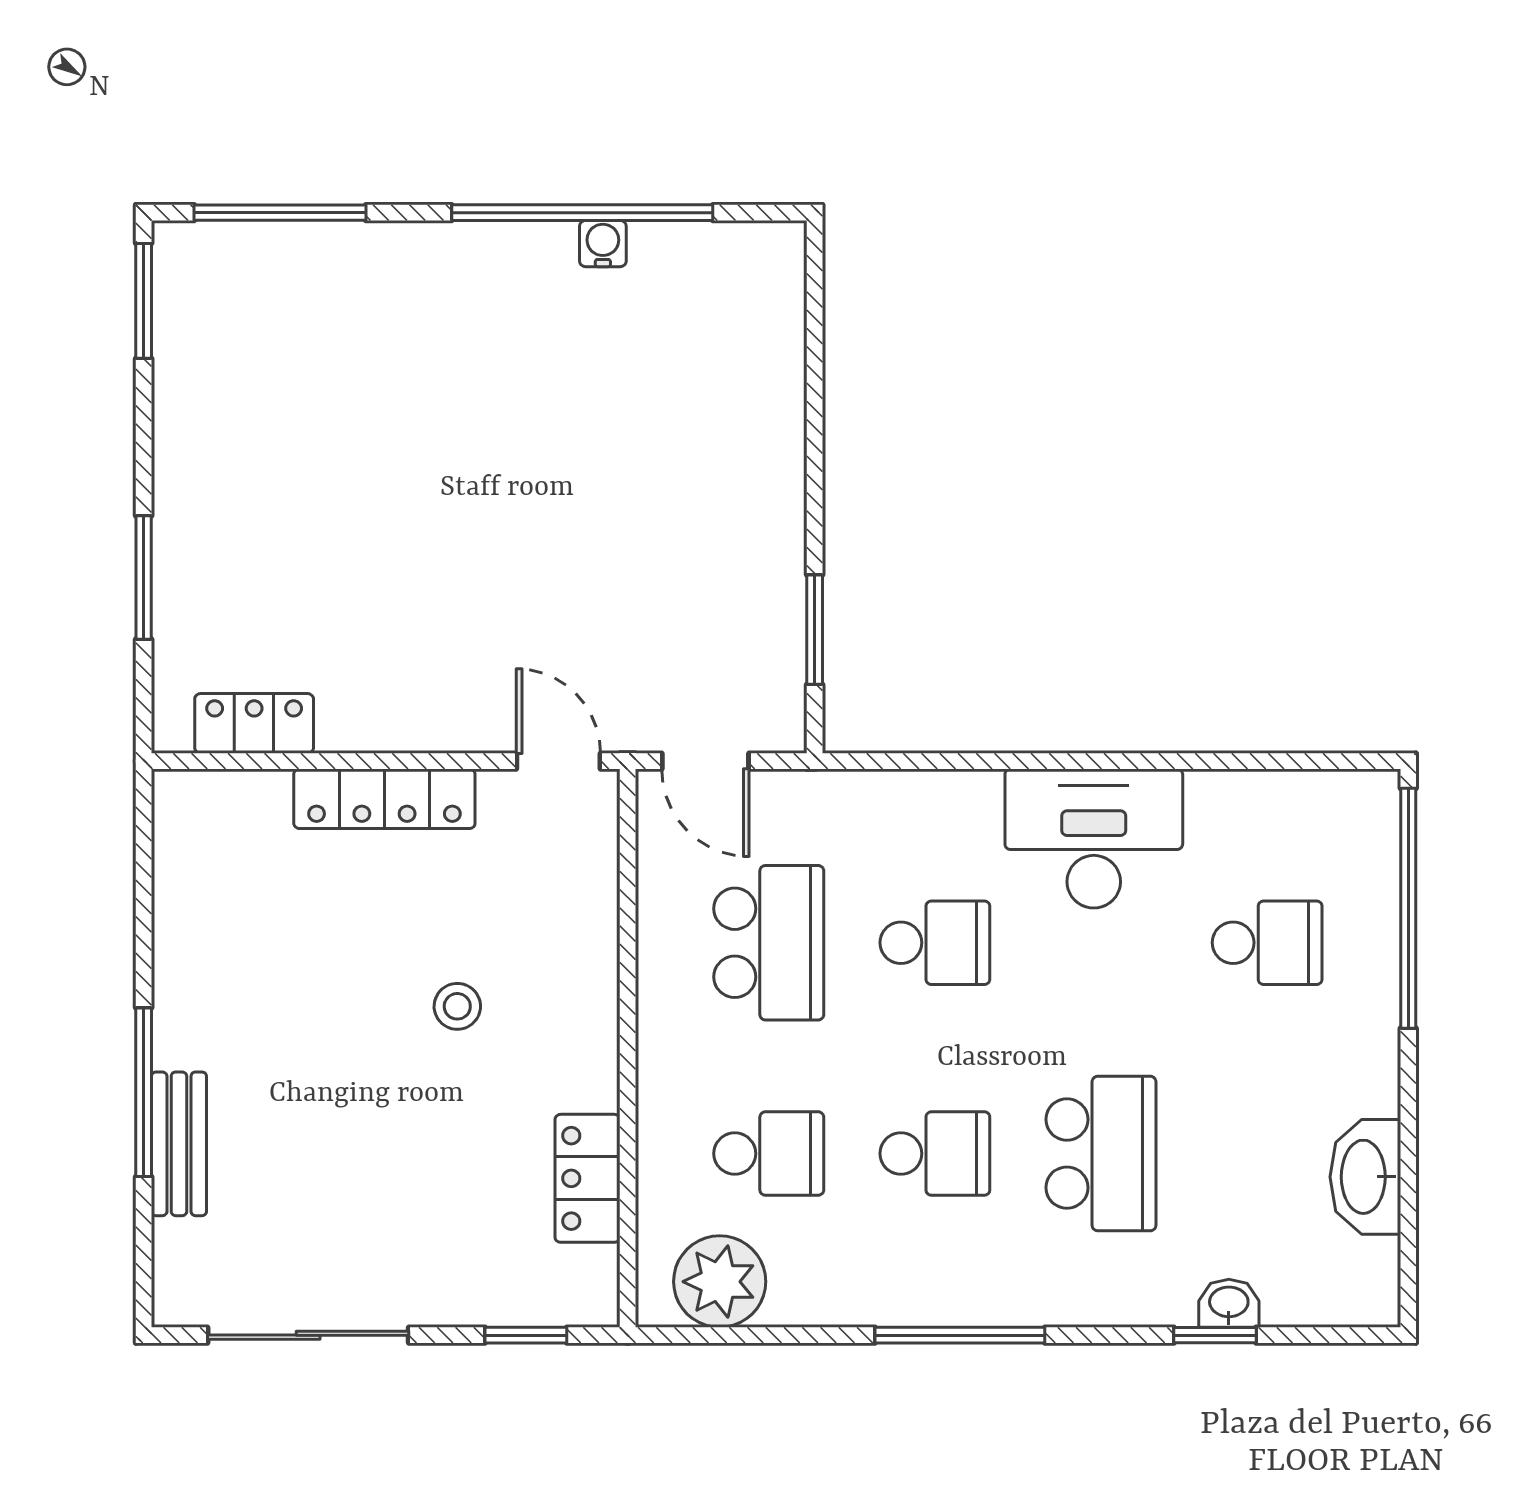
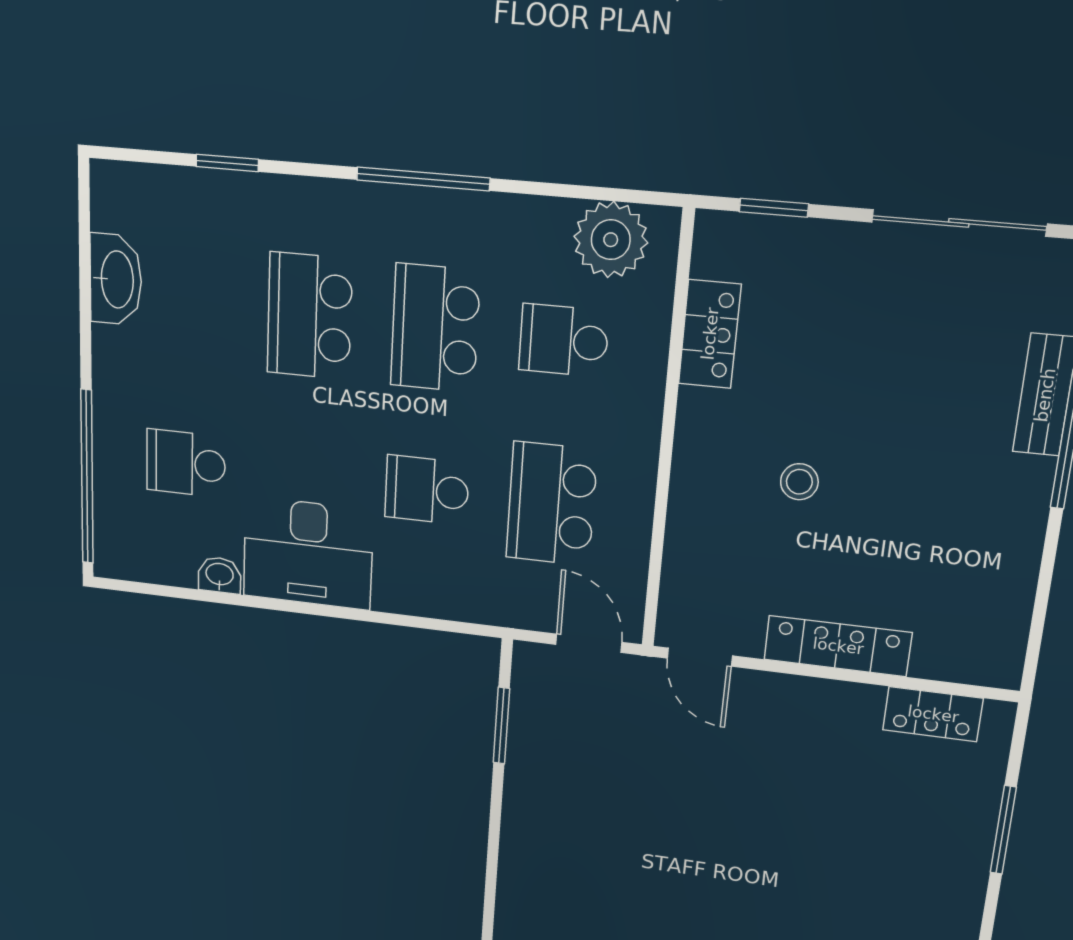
school desk: (935, 1154) -> (435, 328), width x1.85
washbasin: (1229, 1303) -> (220, 575), moved, turned 180

